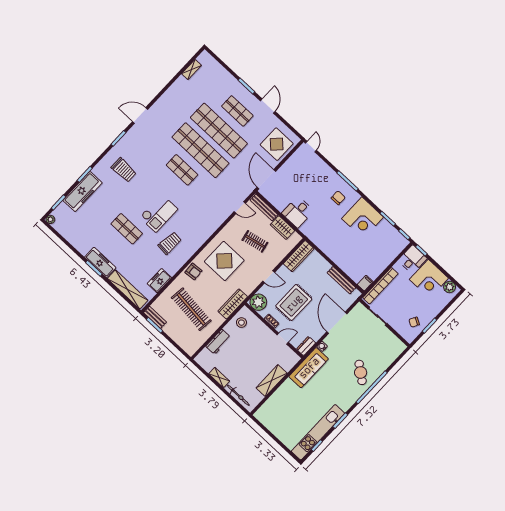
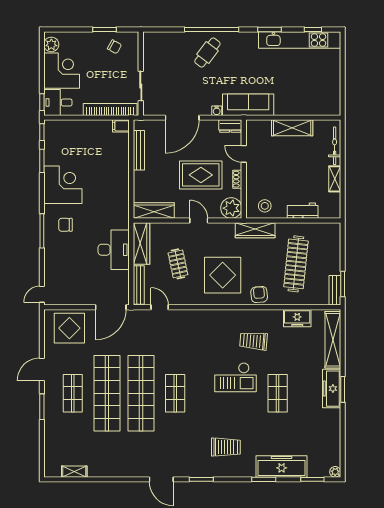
trolley: (124, 170) -> (226, 447), turned 90
desk: (298, 212) -> (114, 250), width x1.37
checkout: (159, 213) -> (235, 377), turned 180
wardrobe: (282, 228) -> (141, 243), width x1.50

